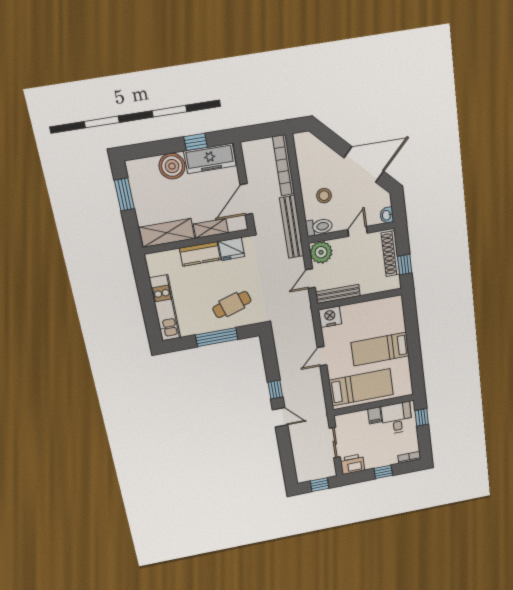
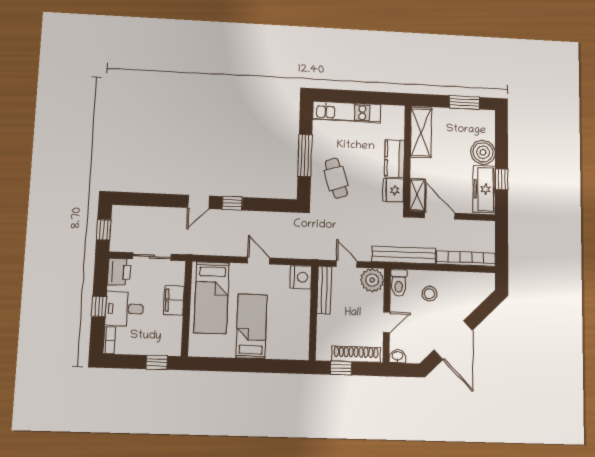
shelving: (211, 228) -> (417, 195), moved
door: (357, 231) -> (387, 322), hinge flipped
filing cabinet: (375, 415) -> (174, 300), width x2.00
desk: (397, 418) -> (124, 309), moved, turned 180

